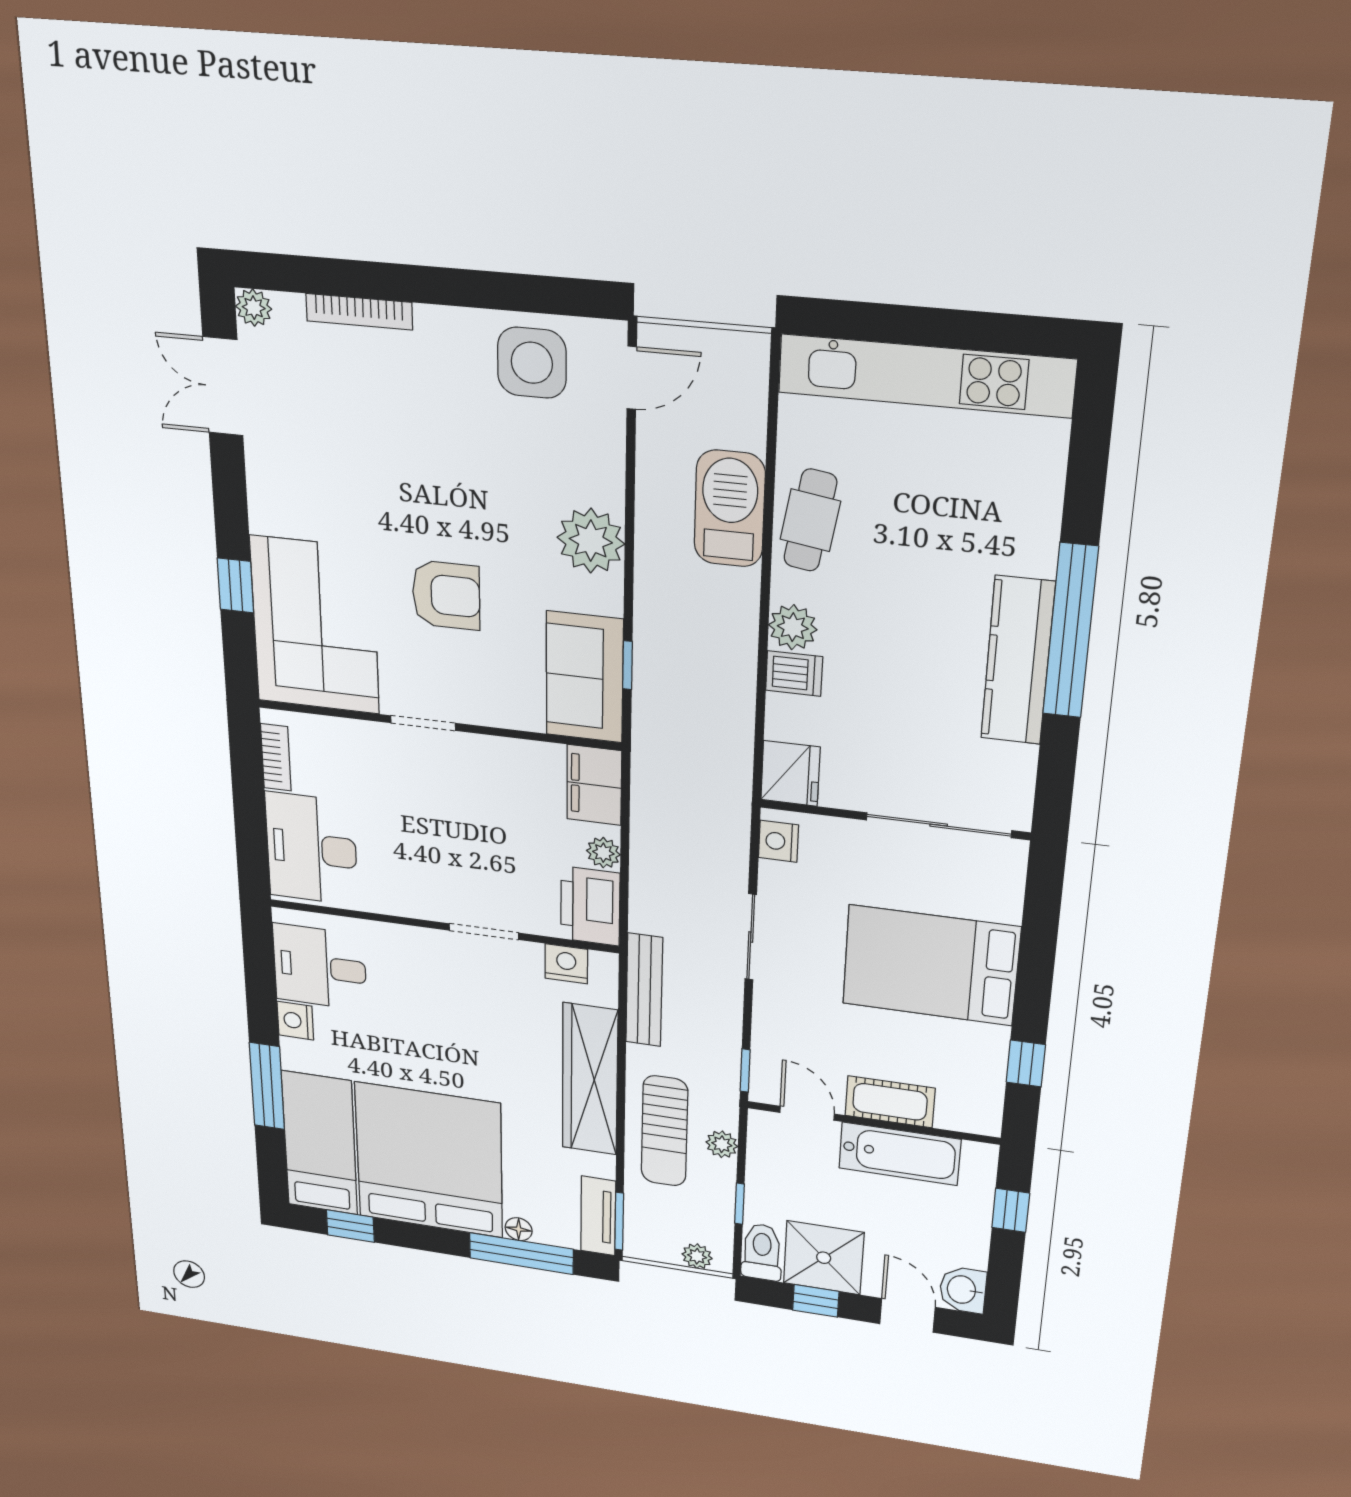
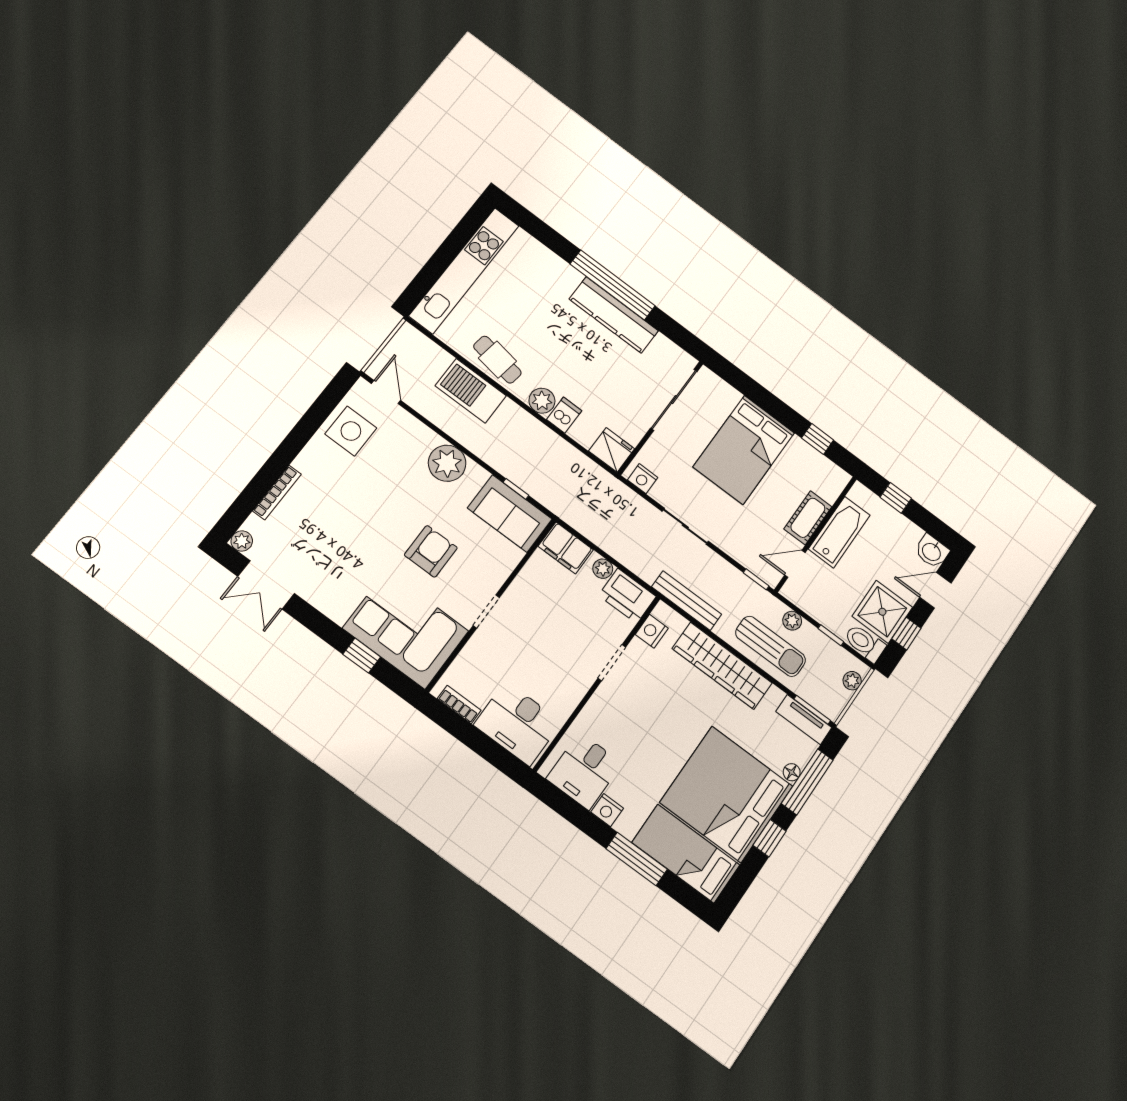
window: (350, 1226) -> (770, 838), moved

